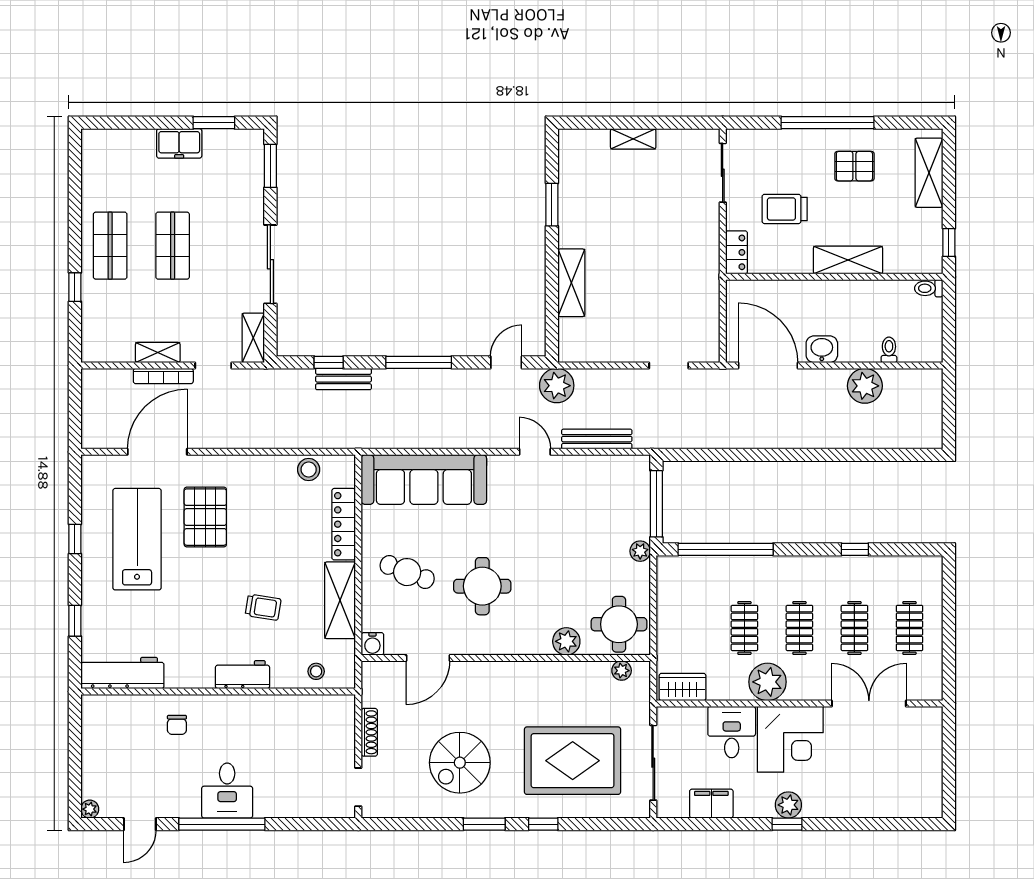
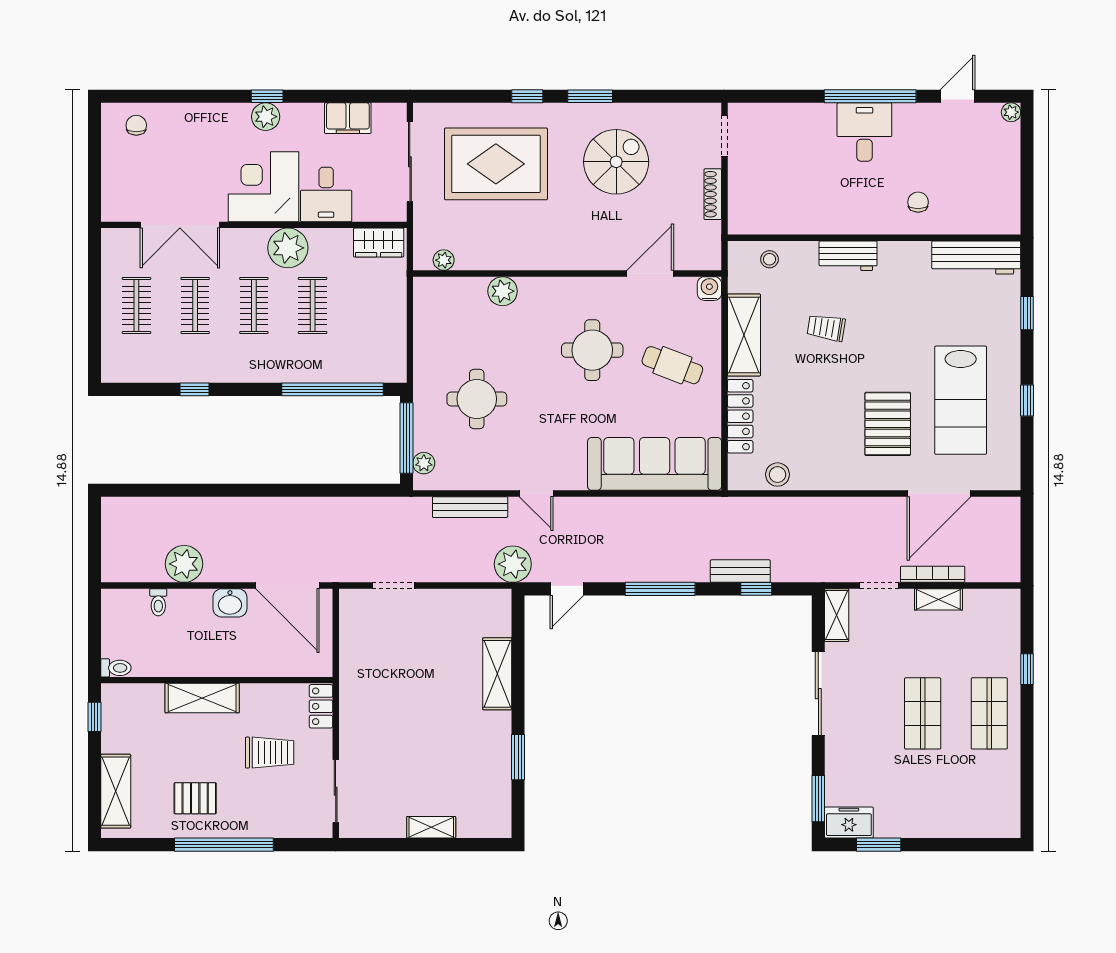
freezer: (179, 143) -> (849, 823), moved
plant: (640, 551) -> (424, 463), moved
round table: (619, 624) -> (477, 399), moved
chair: (910, 797) -> (136, 125), added

